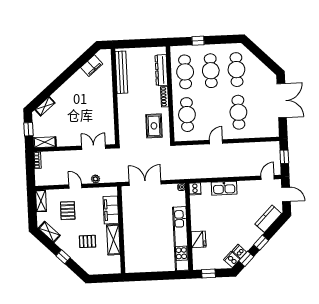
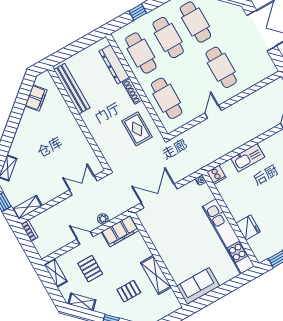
filing cabinet: (111, 210) -> (120, 231), moved, turned -90
sofa: (140, 263) -> (198, 286), added

